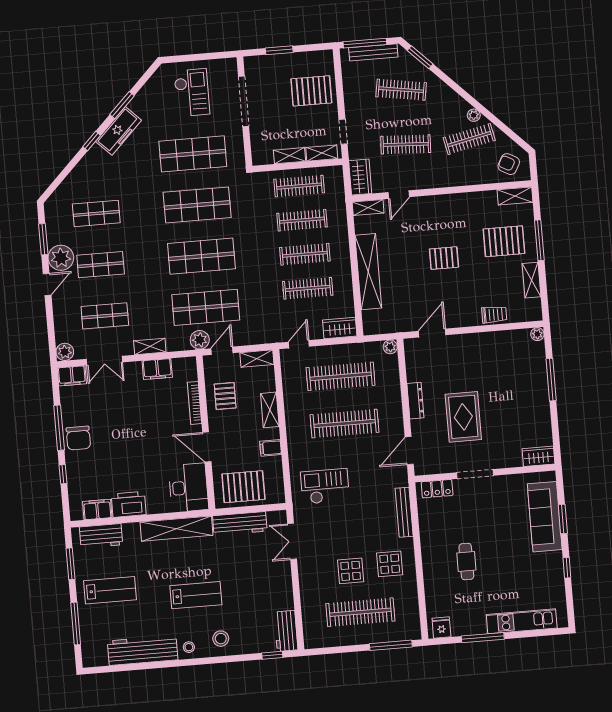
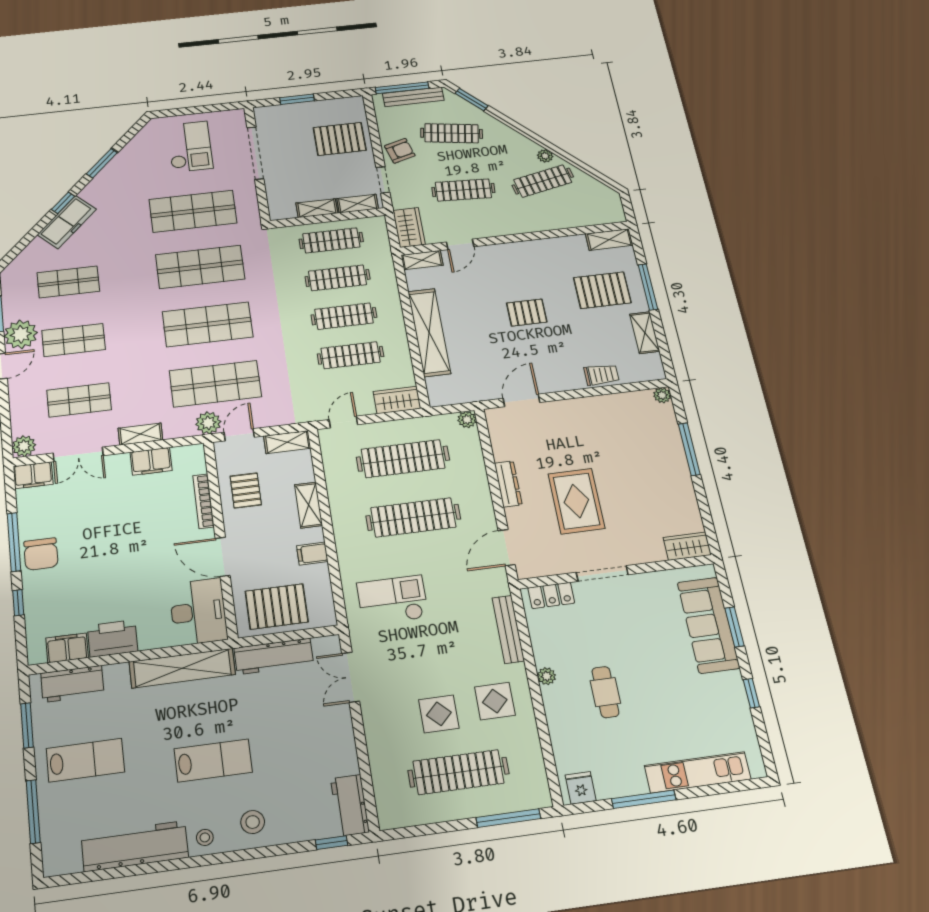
freezer: (119, 131) -> (67, 222), moved
armchair: (509, 164) -> (400, 151), moved, turned 136
plant: (427, 548) -> (547, 676), added

